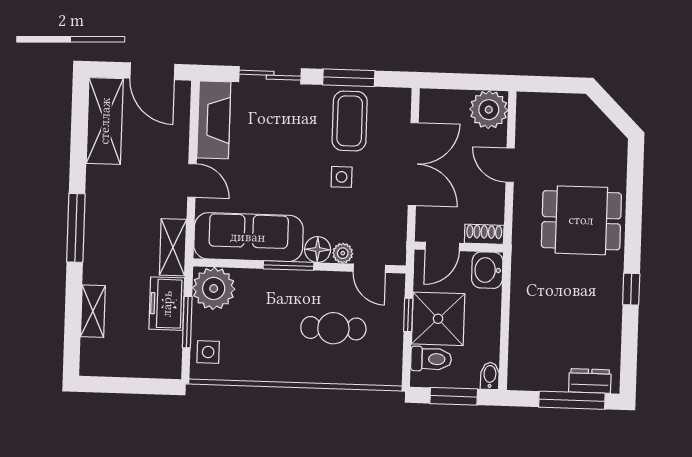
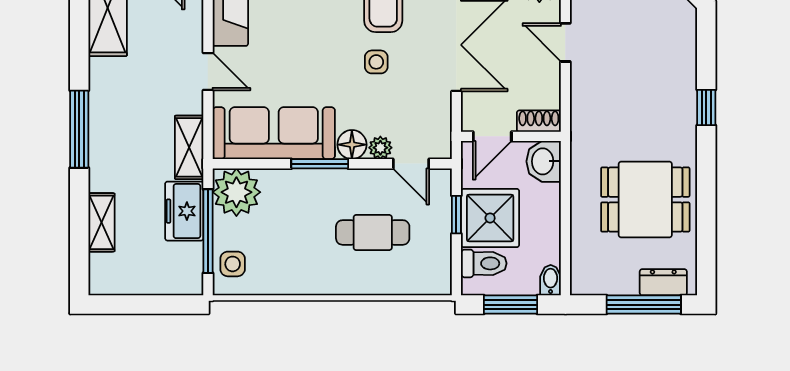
dining table: (581, 220) -> (645, 200), moved
window: (631, 289) -> (706, 108), moved
window: (187, 322) -> (208, 231), width x1.44

